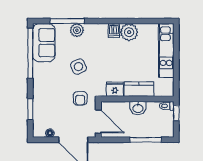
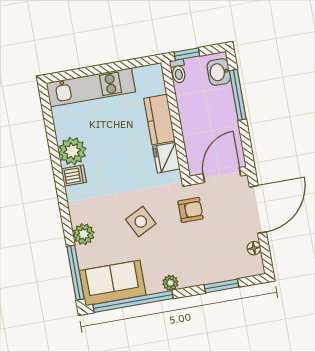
window: (67, 21) -> (75, 273), moved
plant: (38, 78) -> (170, 283), added
washbasin: (138, 108) -> (219, 72), moved, turned 180

